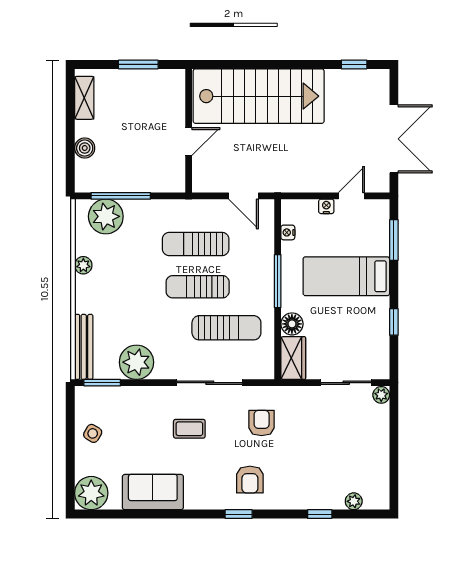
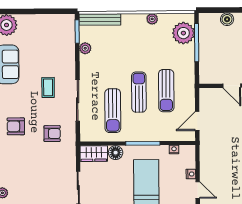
sun lounger: (196, 244) -> (166, 91), turned 180
plant: (136, 362) -> (85, 48), width x0.53, depth x0.53
side table: (93, 433) -> (45, 26), removed

